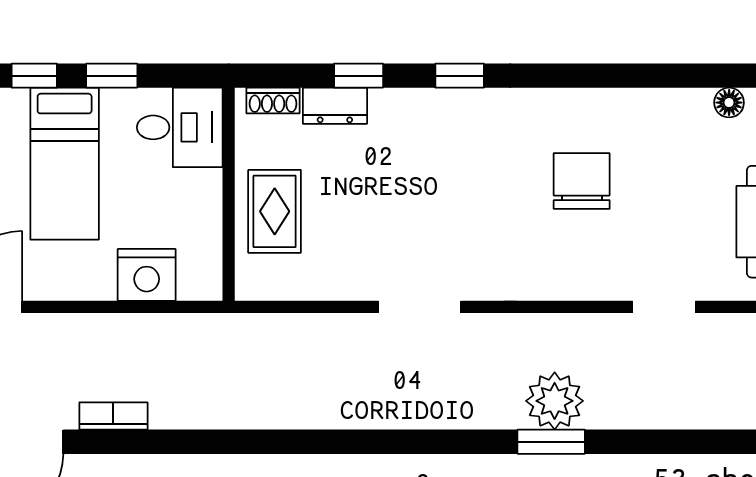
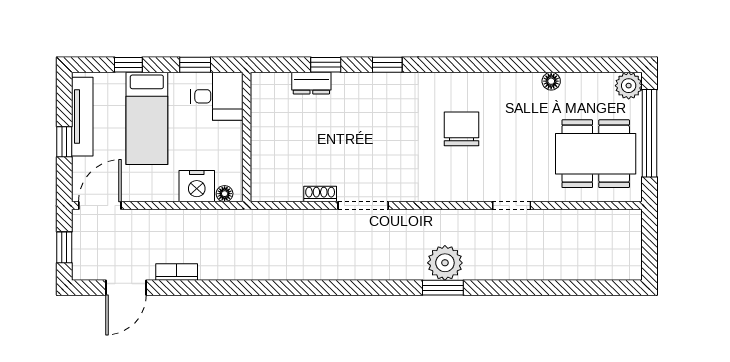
window: (112, 76) -> (195, 65), moved
shoe rack: (273, 101) -> (320, 194), moved, turned 180
rug: (275, 211) -> (275, 147), removed
floor lamp: (192, 287) -> (225, 194), added

